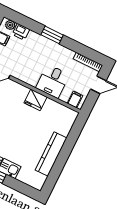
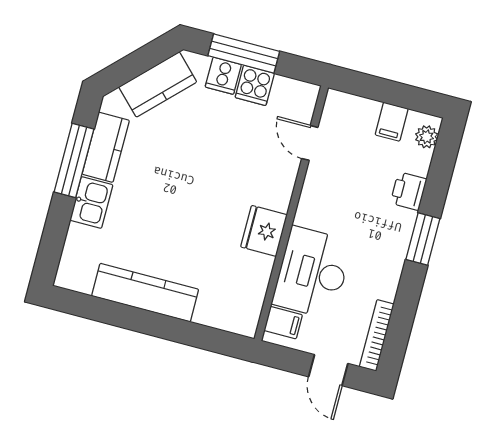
printer: (21, 32) -> (409, 191), moved
desk: (53, 81) -> (312, 273), width x1.37

